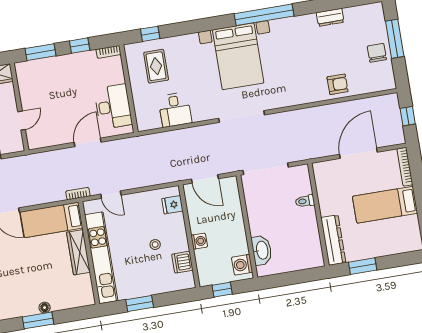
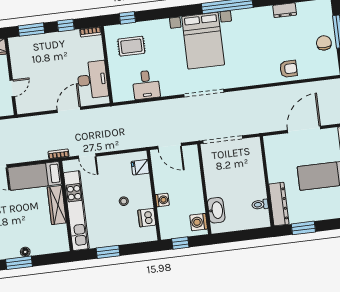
rug: (156, 66) -> (131, 46), turned 90
toilet: (305, 201) -> (260, 204), moved

